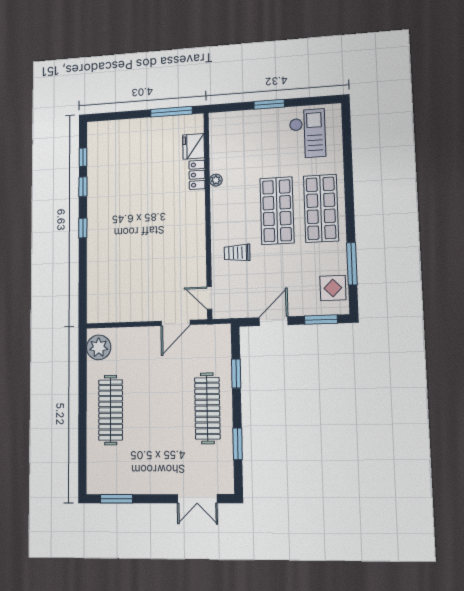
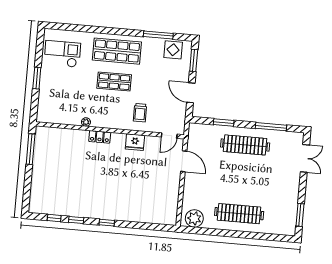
fridge: (194, 146) -> (135, 142), moved
locker: (197, 175) -> (100, 137), moved
shop shelf: (277, 211) -> (114, 82), width x0.70, depth x0.74
window: (238, 444) -> (271, 127), width x1.44

